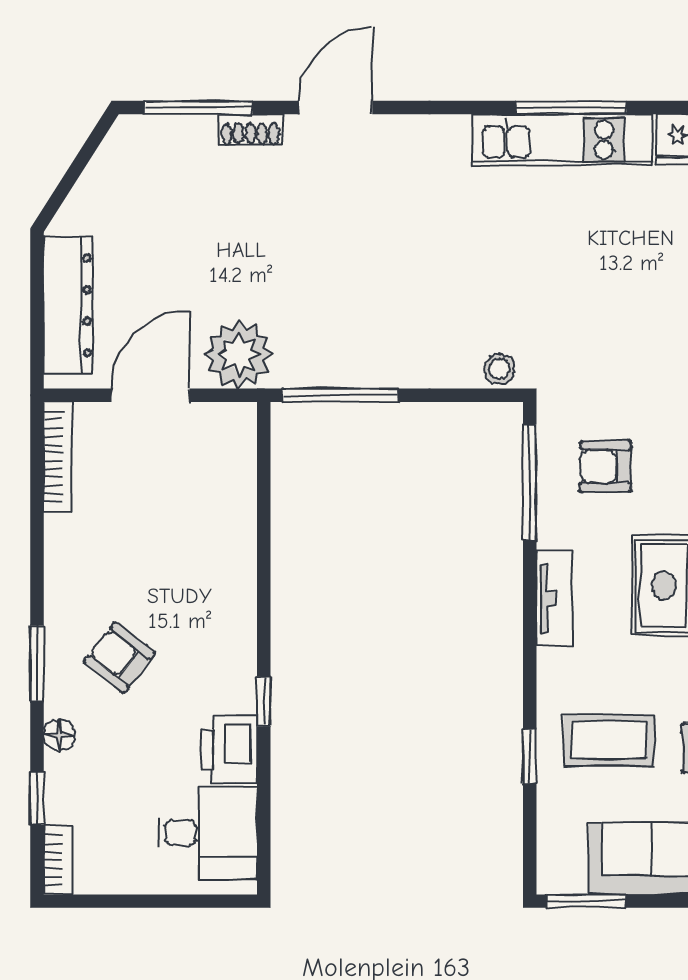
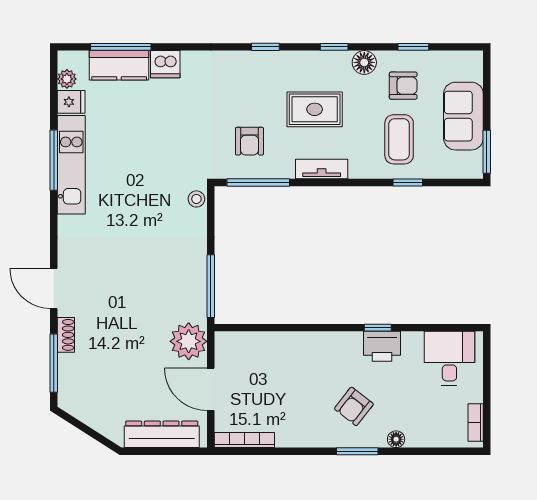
printer: (229, 750) -> (382, 346), moved
window: (37, 799) -> (431, 451), removed
bookcase: (57, 860) -> (476, 423), moved, turned -90

